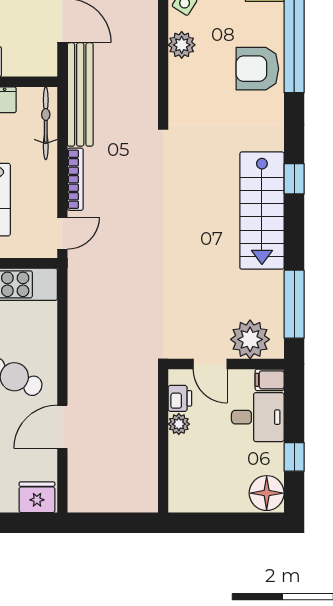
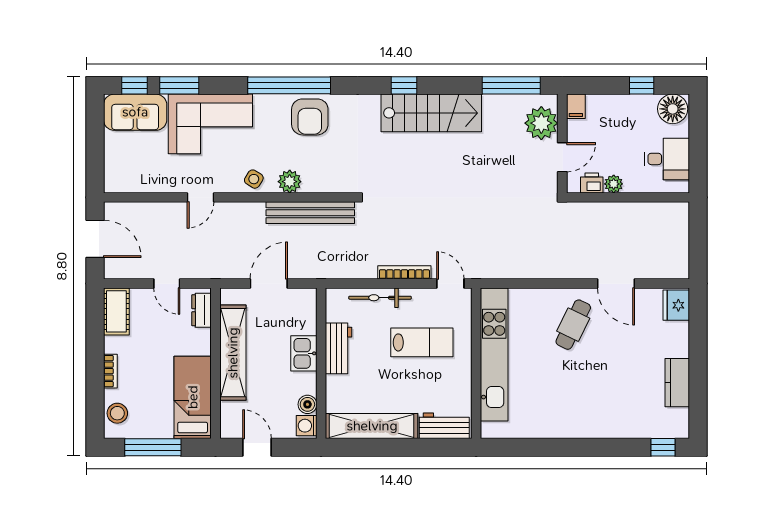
bench: (80, 94) -> (310, 213), moved
bicycle: (46, 123) -> (380, 298), moved
desk: (258, 417) -> (667, 159), moved, turned 90

